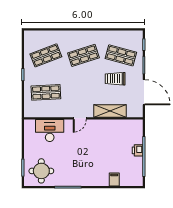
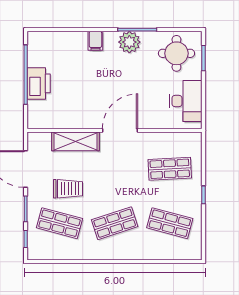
shop shelf: (46, 55) -> (170, 223), turned 36
door: (80, 118) -> (120, 130), width x1.88
desk: (50, 131) -> (186, 101), moved, turned -90
printer: (138, 150) -> (39, 83), width x1.87, depth x1.48
plant: (73, 179) -> (129, 42), added
filing cabinet: (114, 180) -> (95, 41), moved

